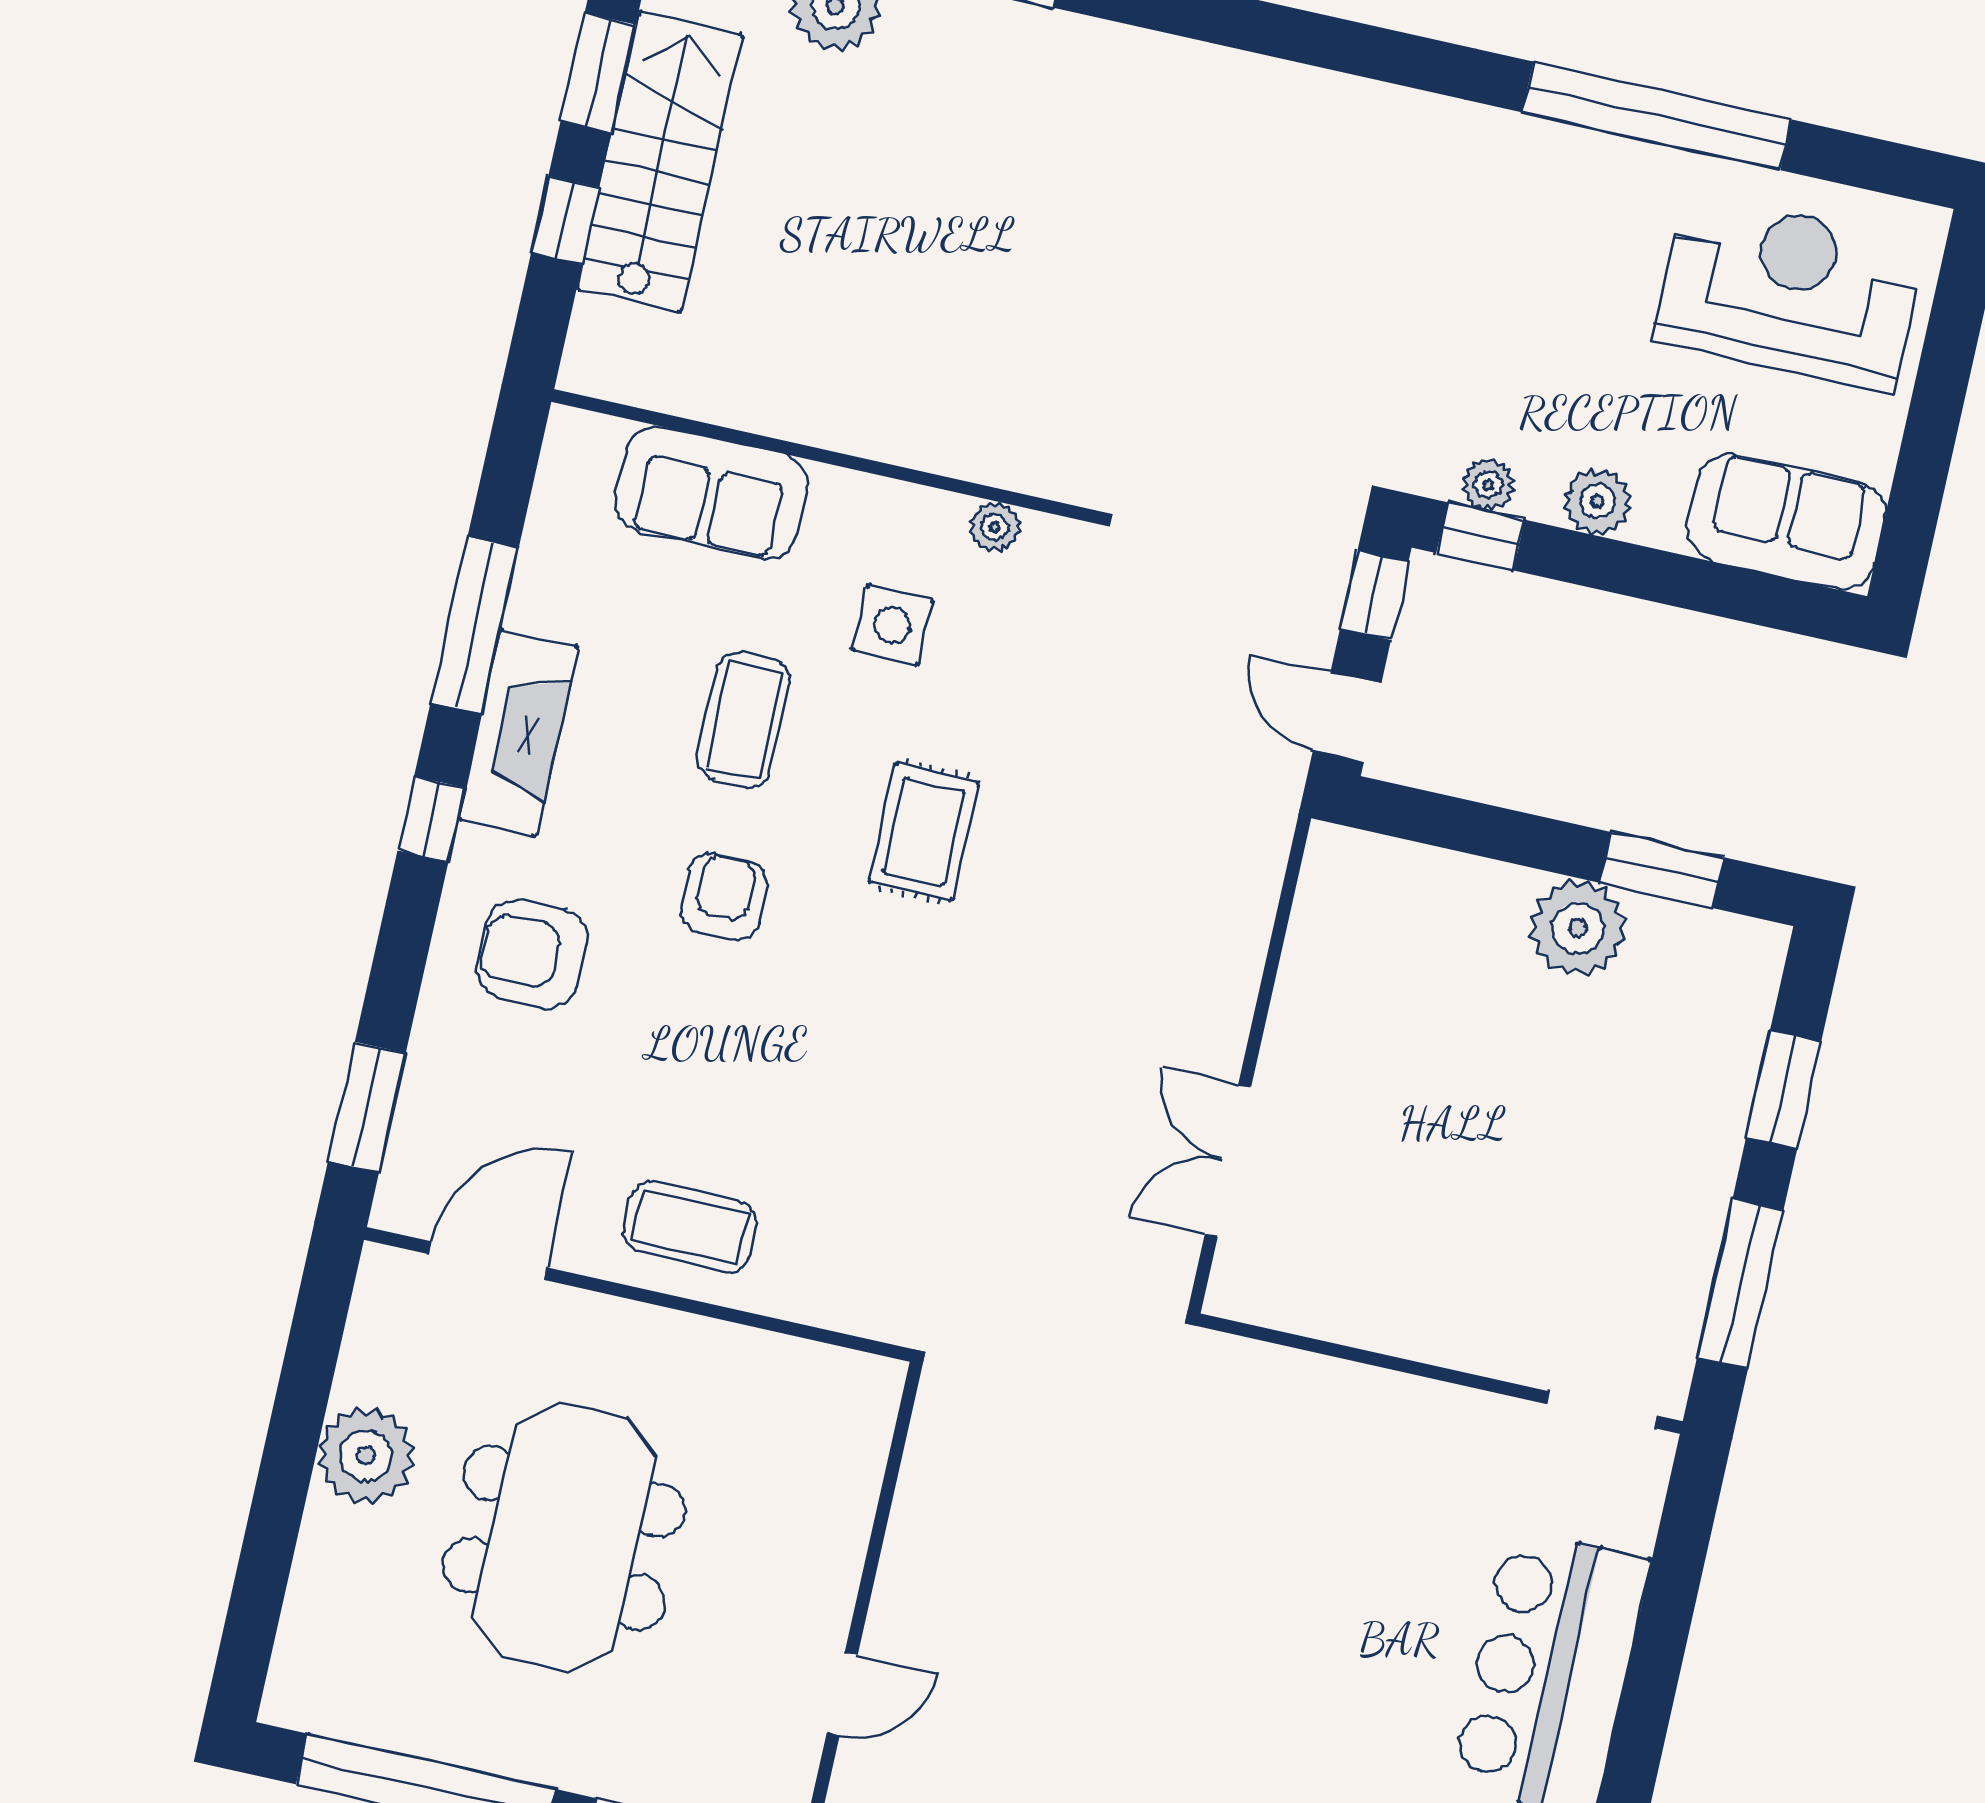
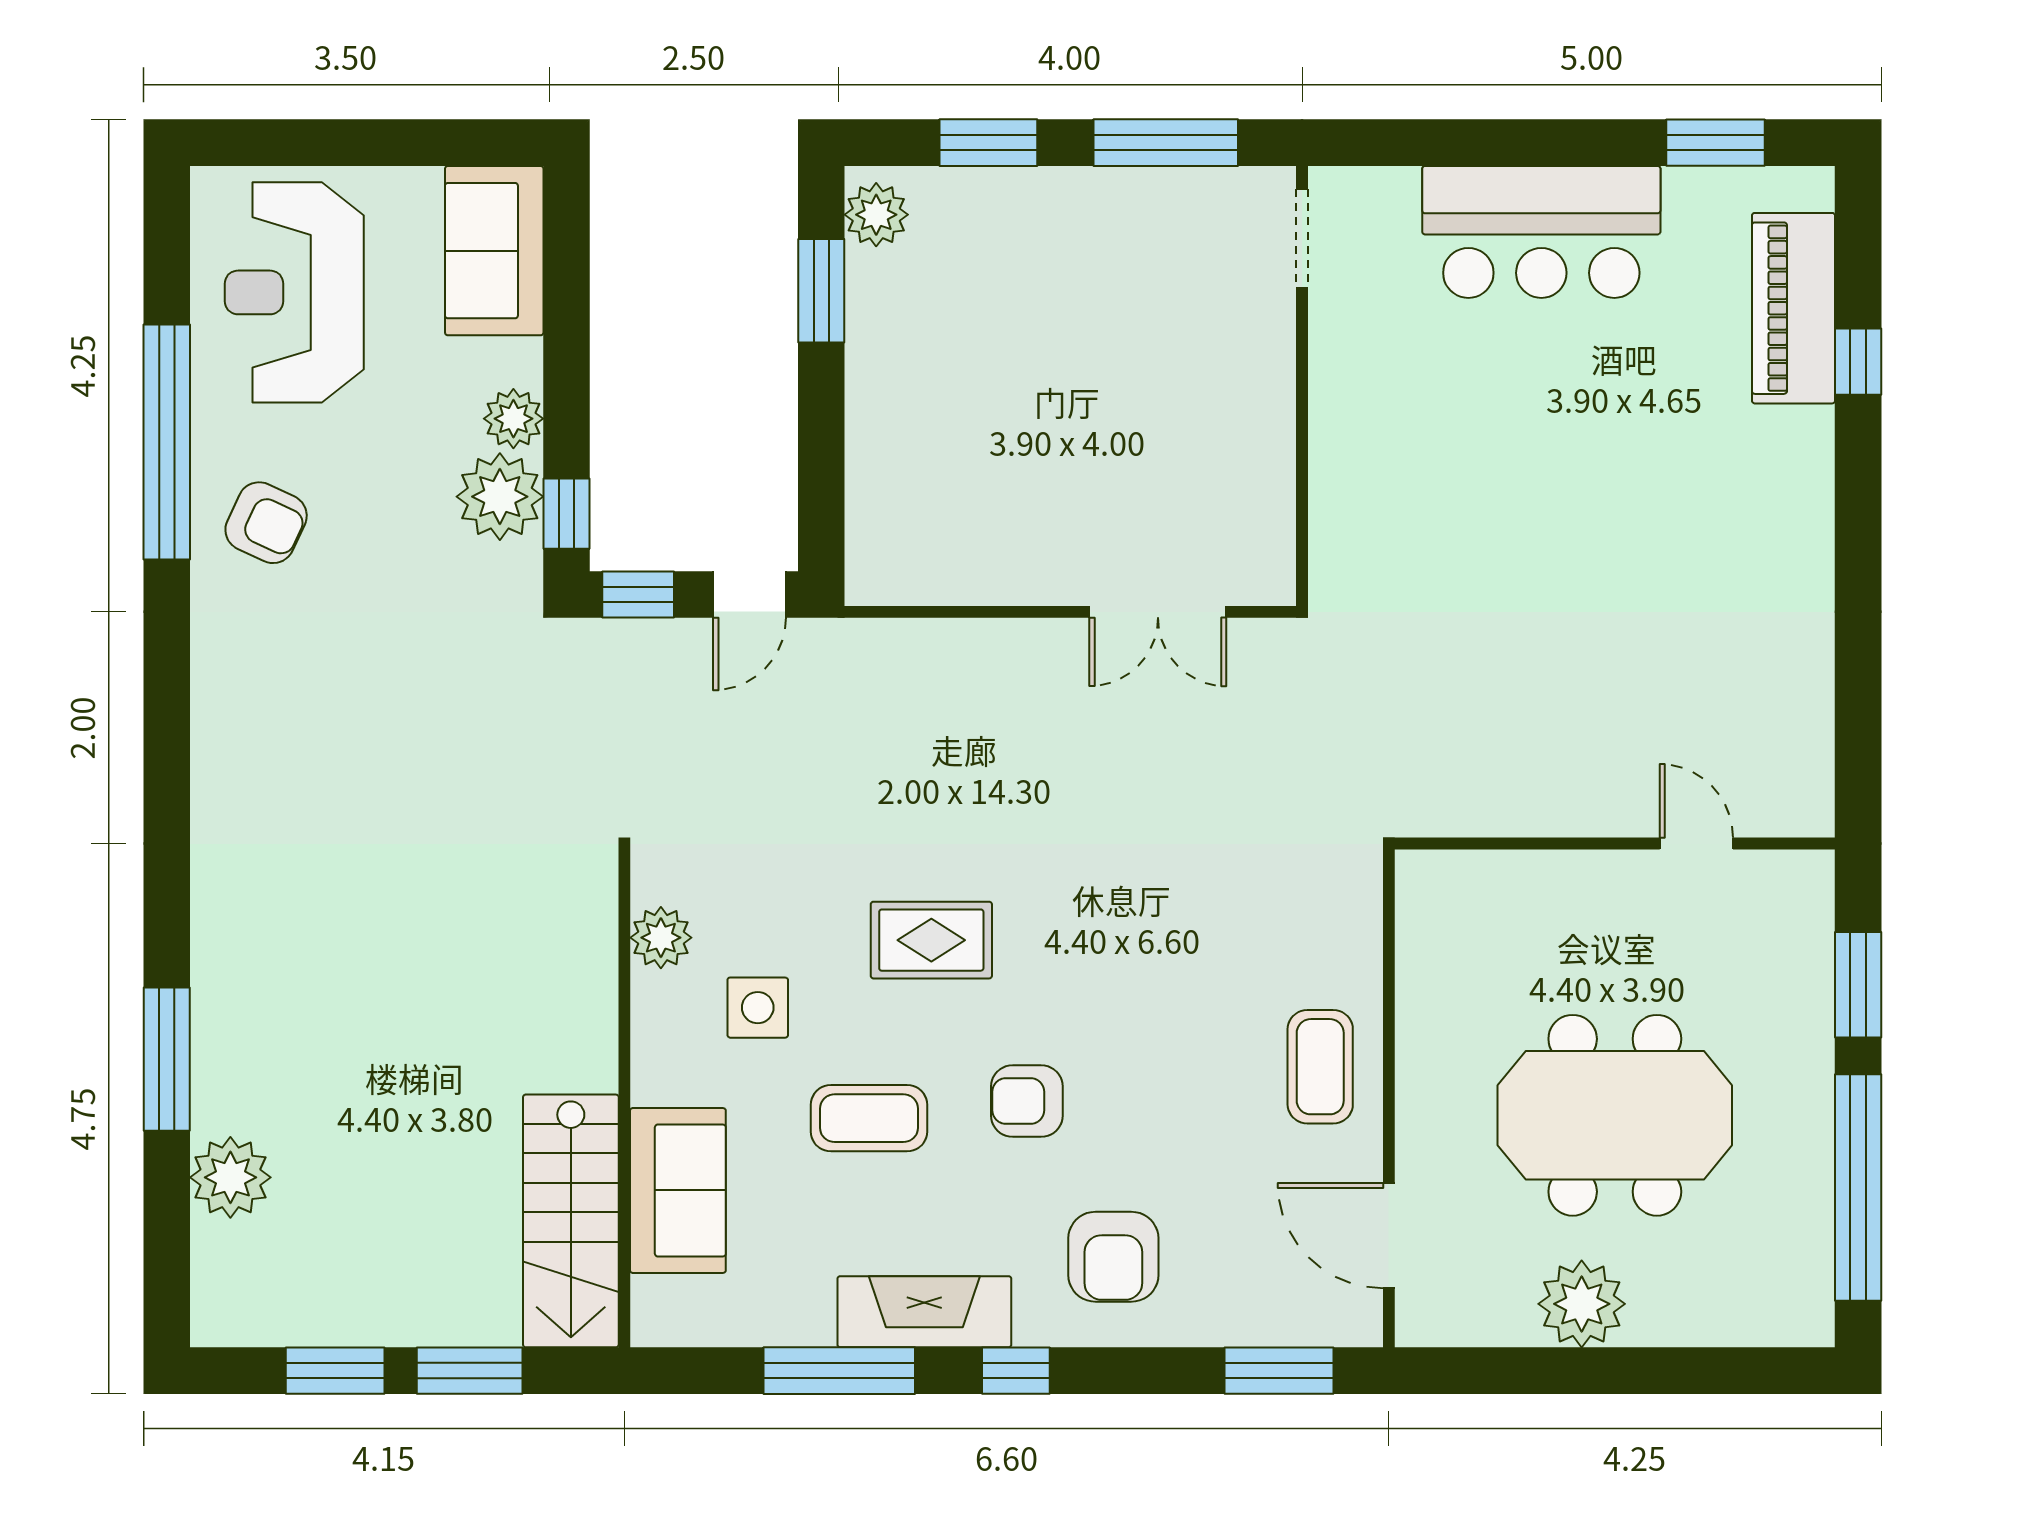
stairs: (660, 162) -> (571, 1221), moved, turned -90
armchair: (1544, 205) -> (266, 523), added
window: (565, 220) -> (470, 1371), width x1.50
plant: (1488, 485) -> (500, 497), width x1.88, depth x1.88
plant: (995, 527) -> (661, 938), width x1.38, depth x1.38
plant: (1578, 928) -> (876, 215), moved, width x0.73, depth x0.73

